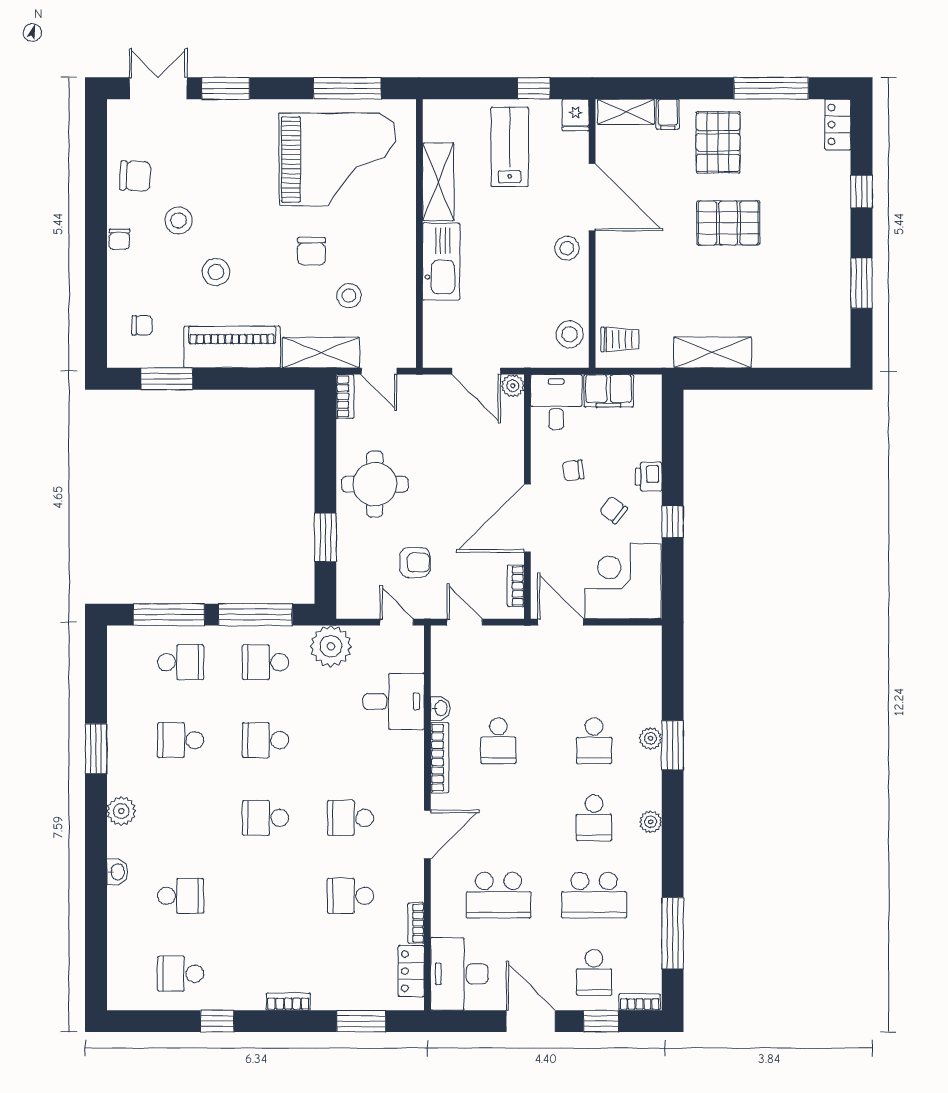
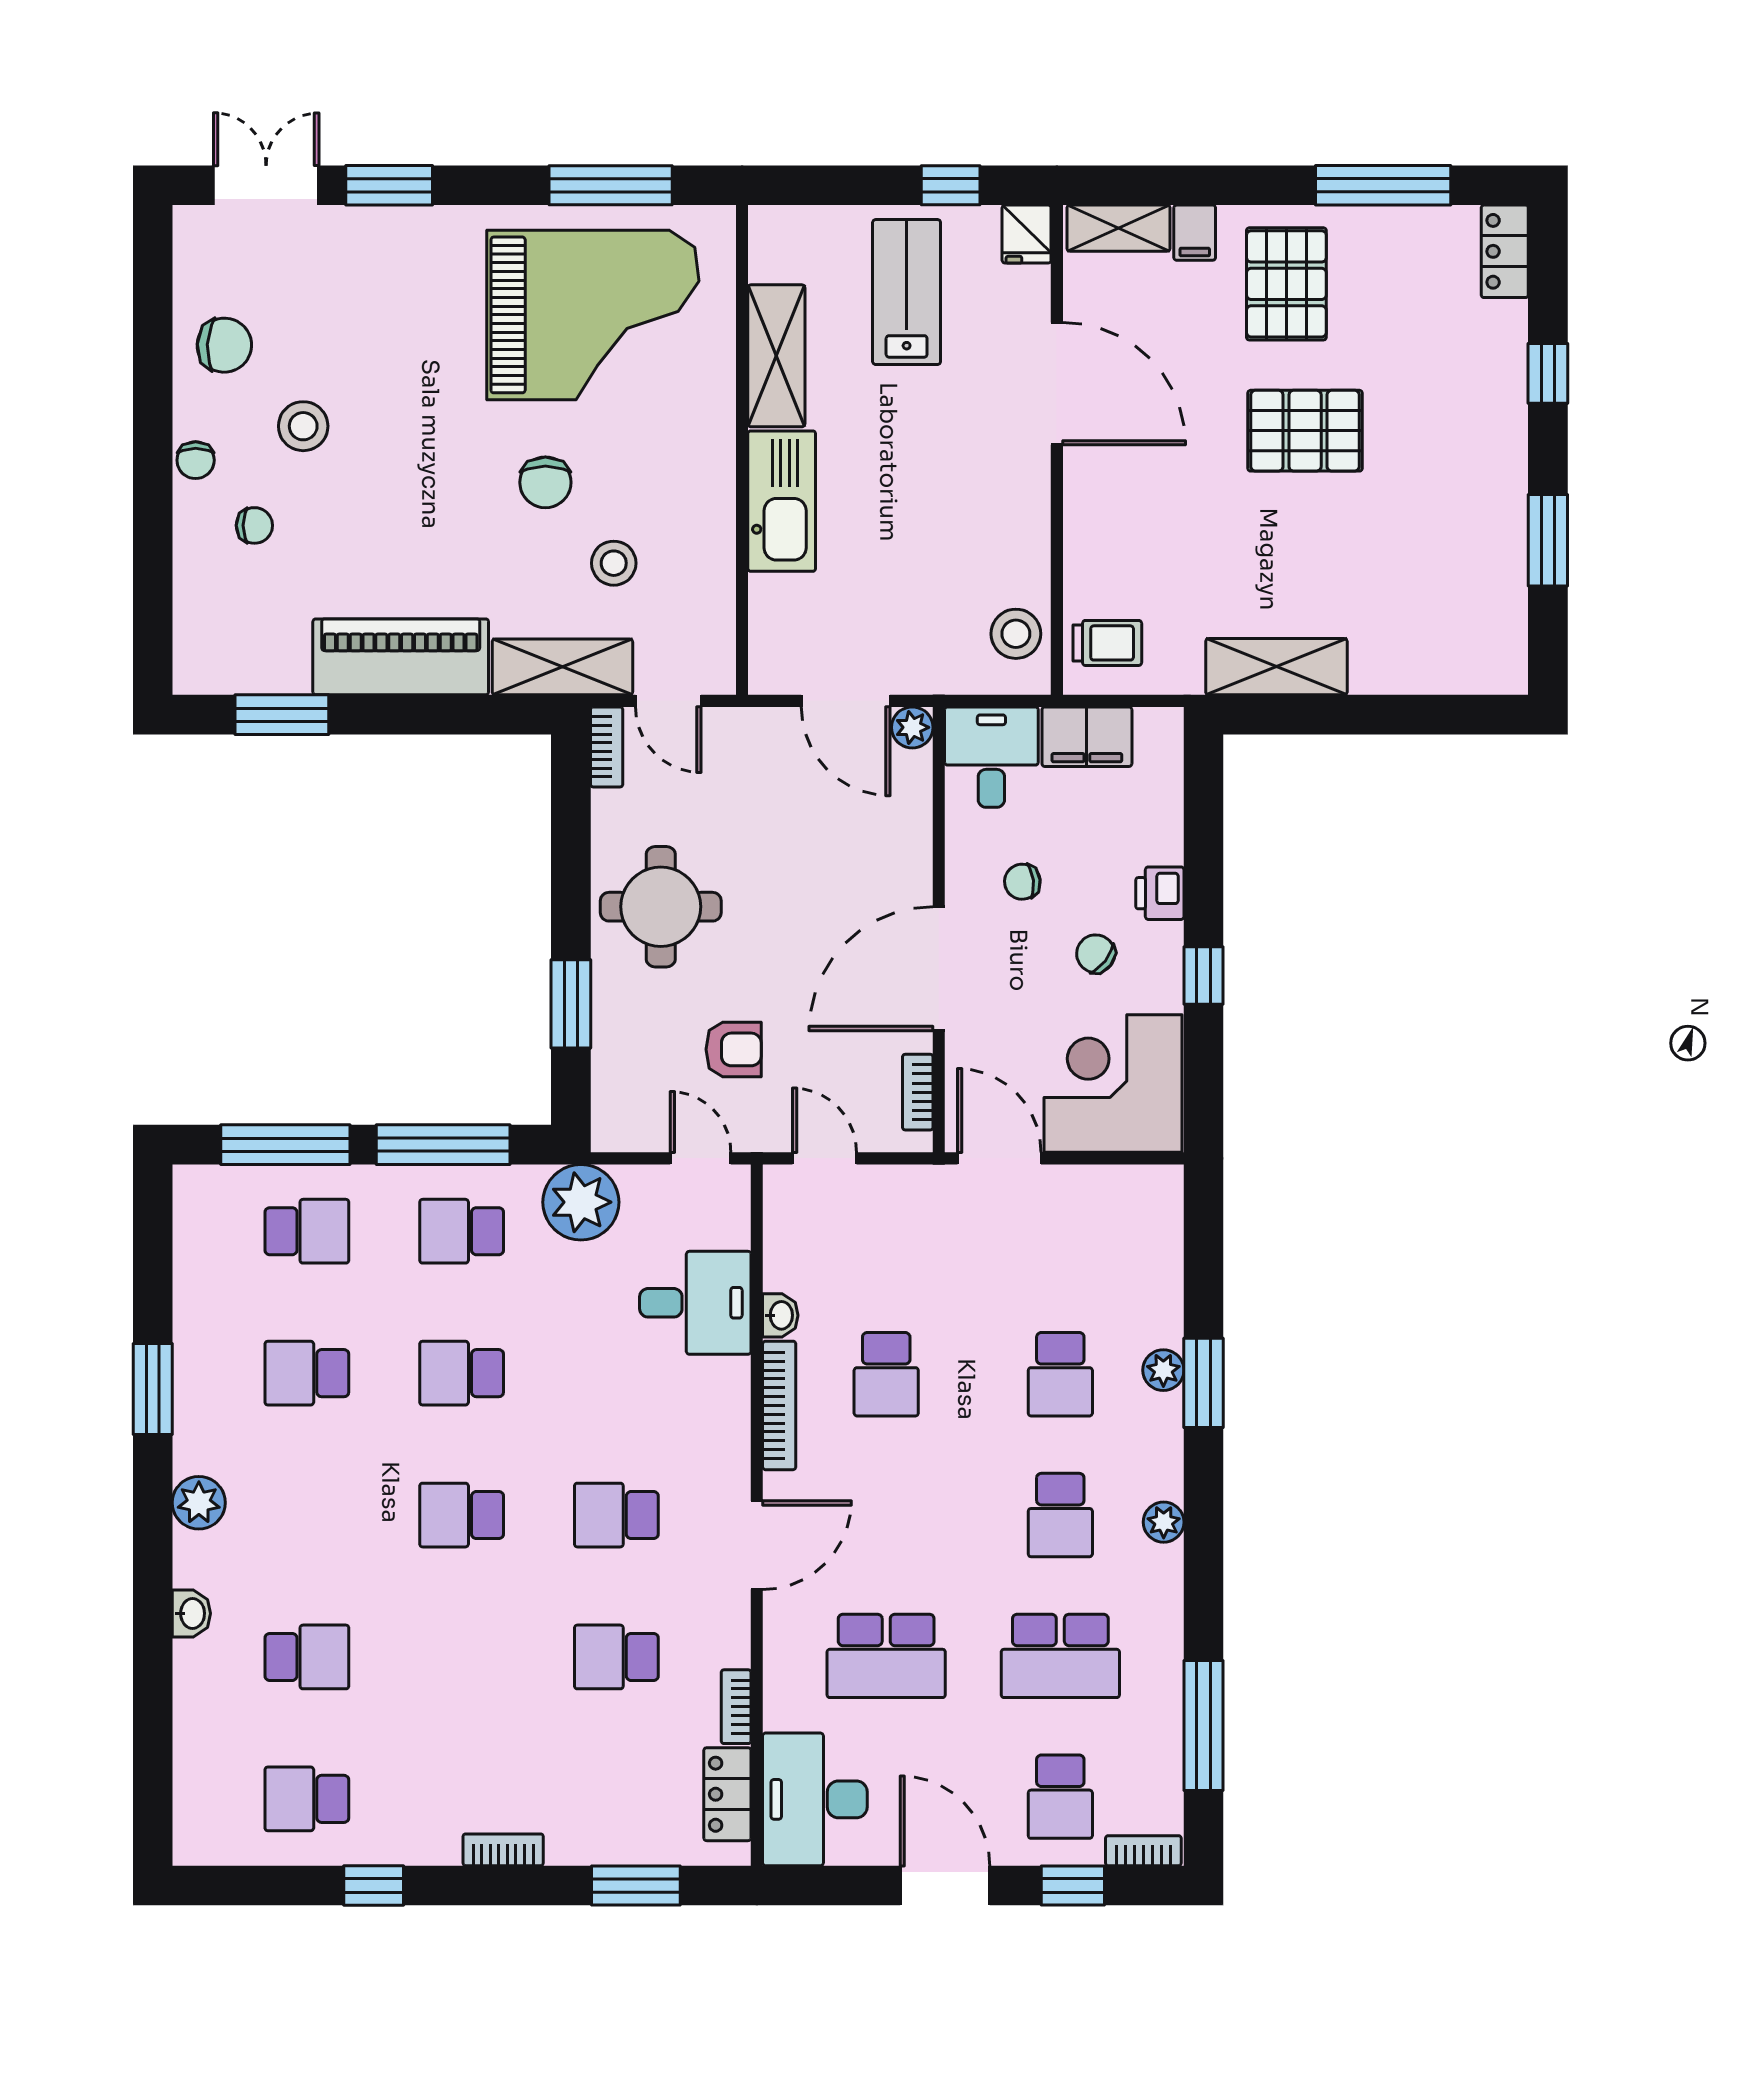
stool: (567, 248) -> (1011, 477), removed
stool: (216, 272) -> (371, 520), removed
chair: (142, 325) -> (254, 525), moved

